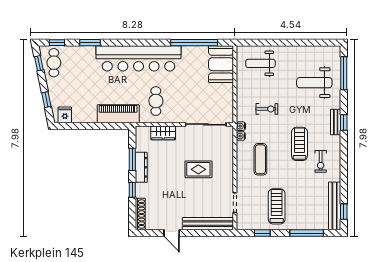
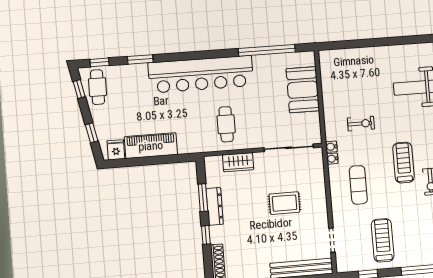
weight bench: (260, 63) -> (349, 69), removed
booth: (221, 64) -> (303, 90), moved
piano: (118, 114) -> (151, 146), moved

